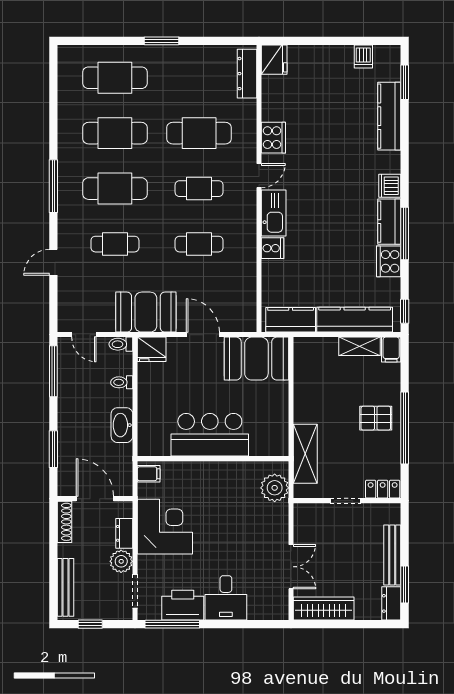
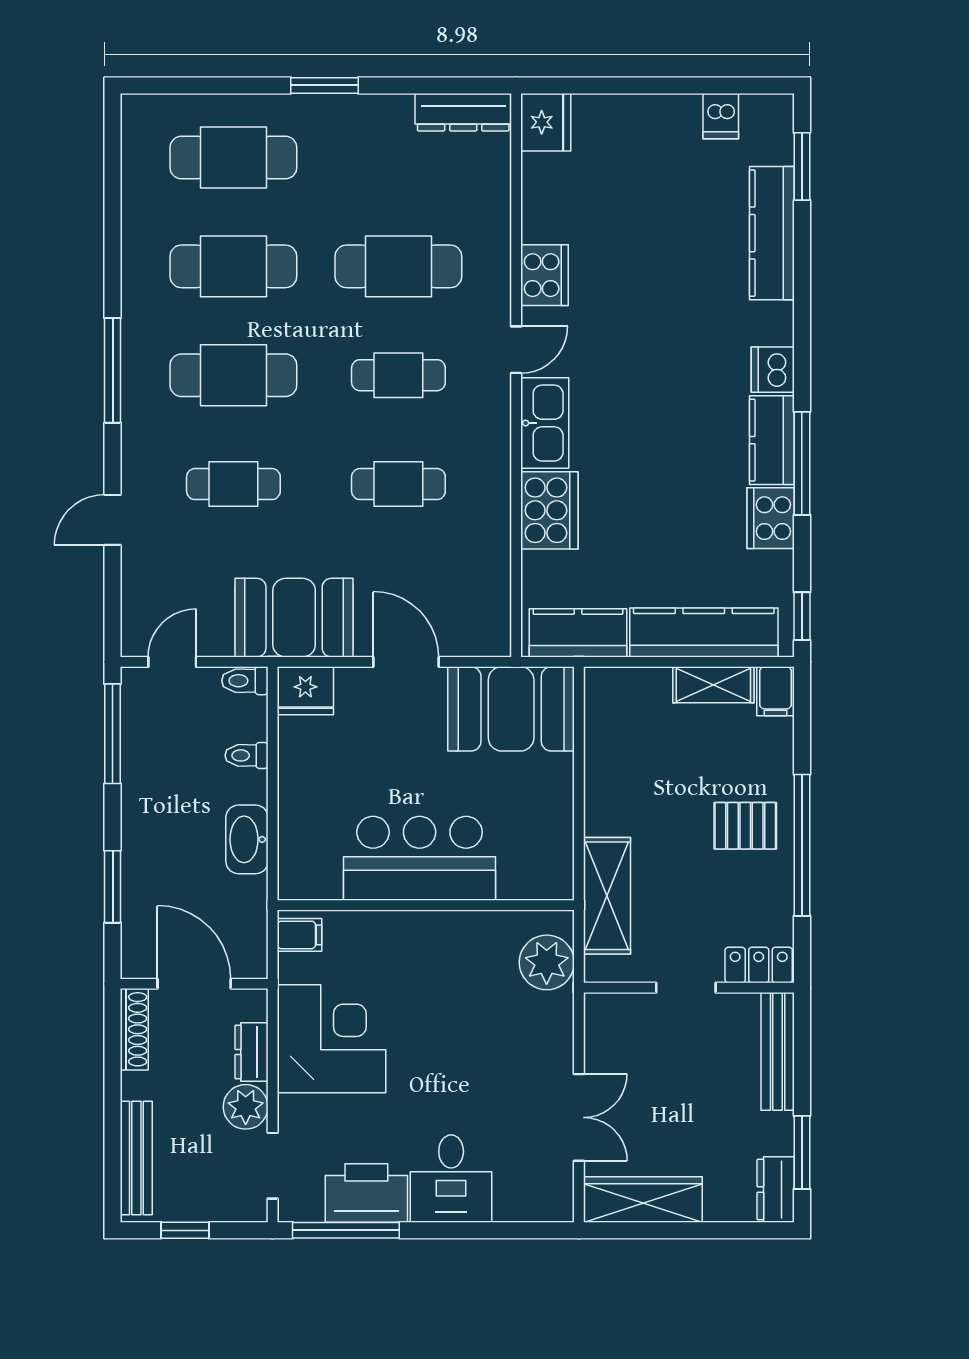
dresser: (247, 74) -> (463, 112), moved, turned -90
cooker: (273, 248) -> (549, 510), width x1.87, depth x1.31
door: (84, 335) -> (172, 662), swing flipped
bench: (392, 555) -> (778, 1051), moved

